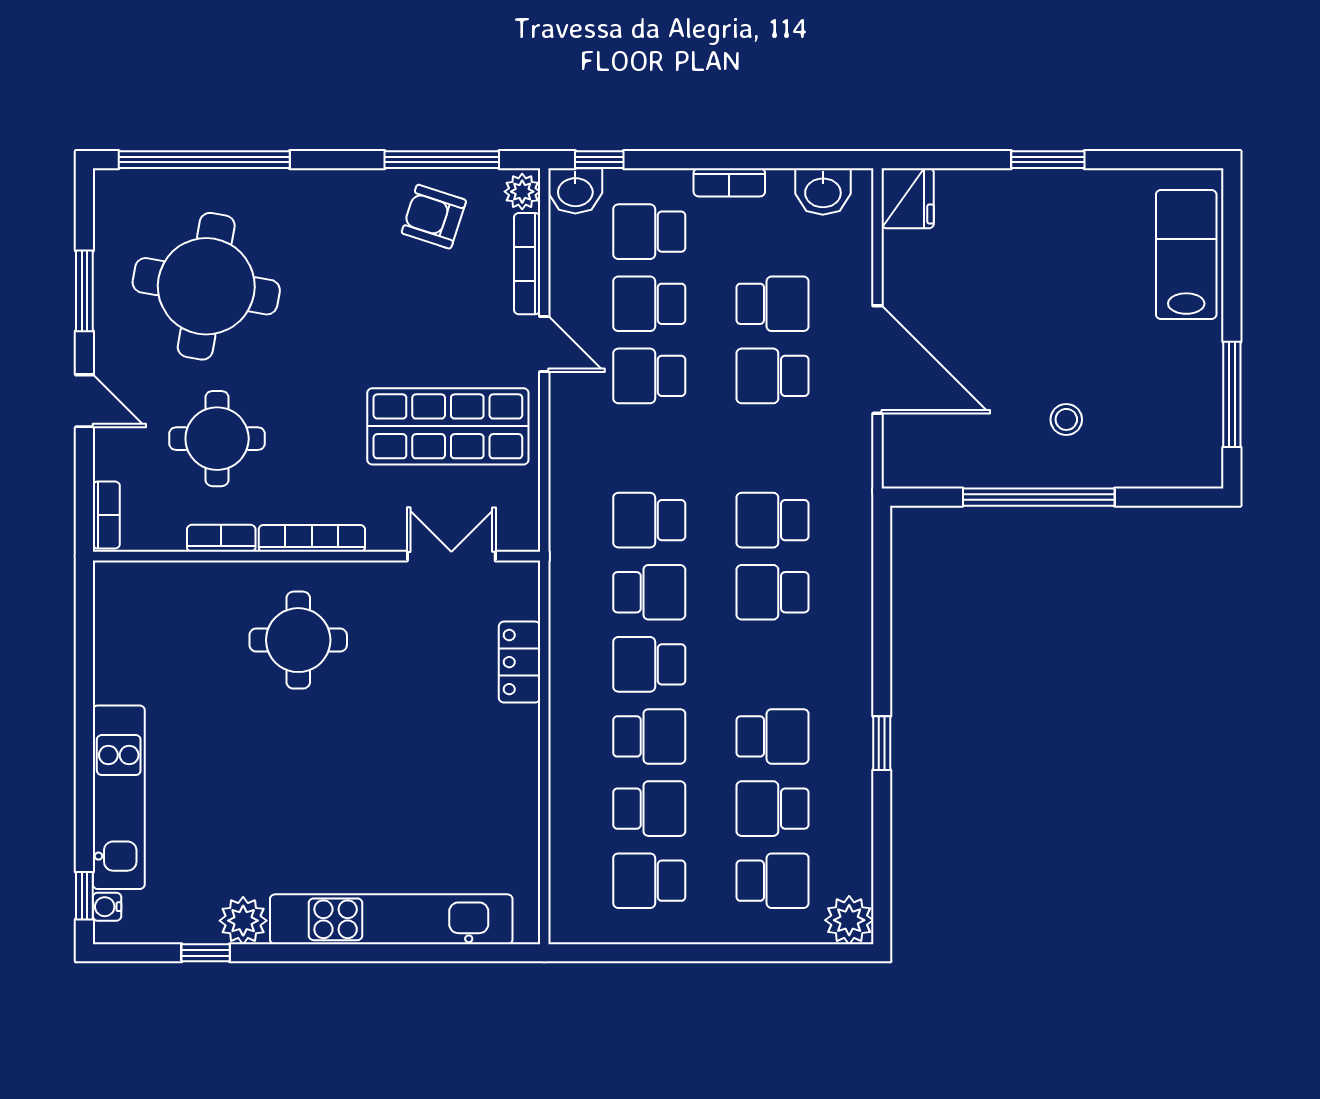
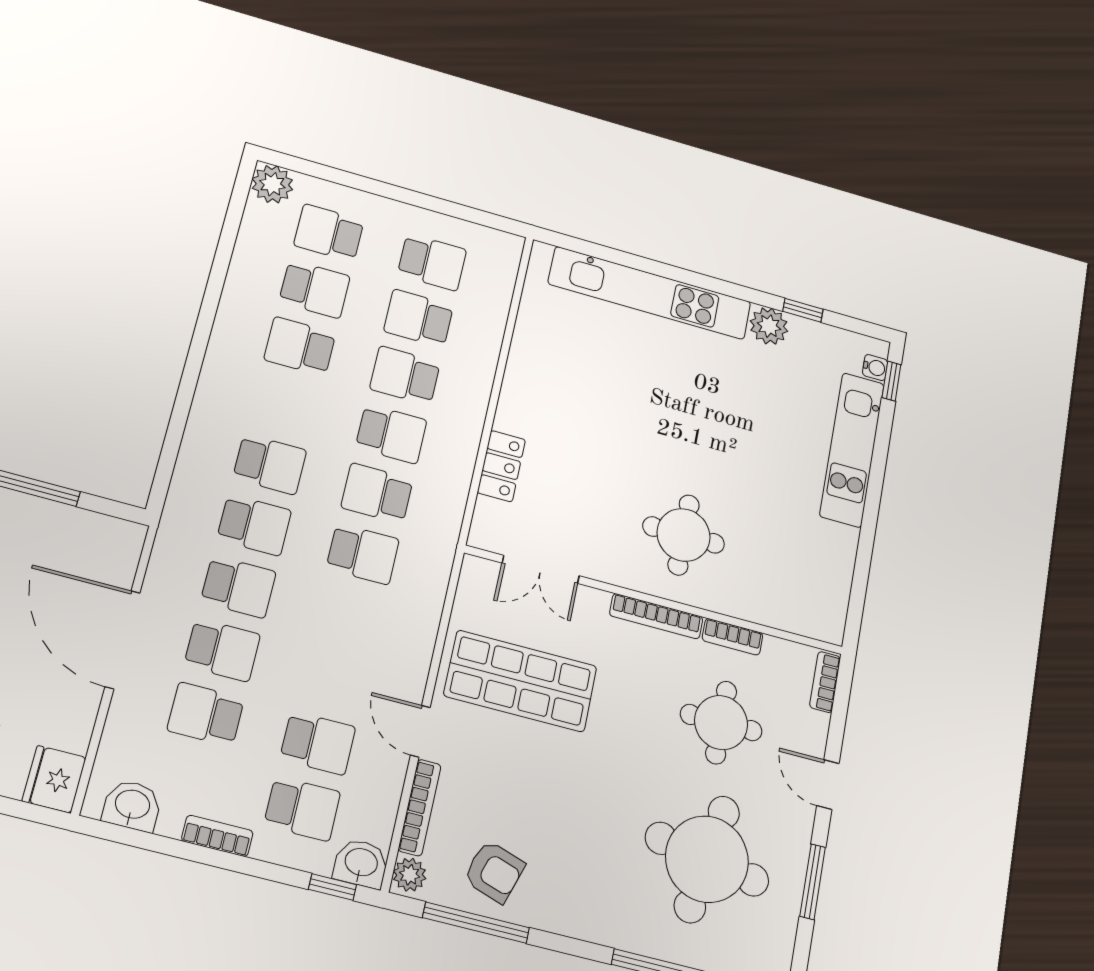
school desk: (649, 376) -> (238, 587), moved
window: (882, 743) -> (207, 315), removed

